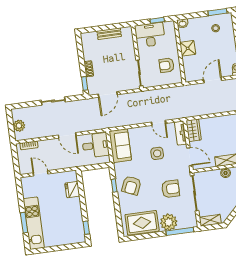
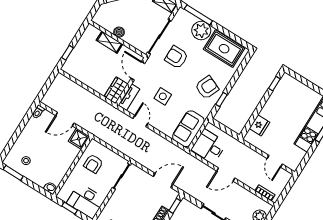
shower: (188, 48) -> (79, 139), moved
armchair: (167, 65) -> (93, 164), turned 90
door: (67, 135) -> (226, 175), swing flipped

